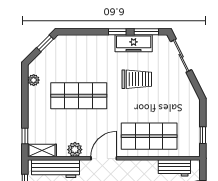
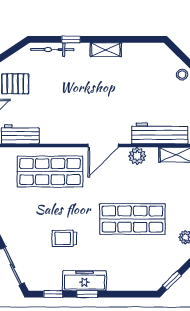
window: (146, 32) -> (53, 294), width x0.67
freezer: (134, 43) -> (85, 281), moved
trolley: (137, 79) -> (64, 238), width x0.73, depth x0.72

